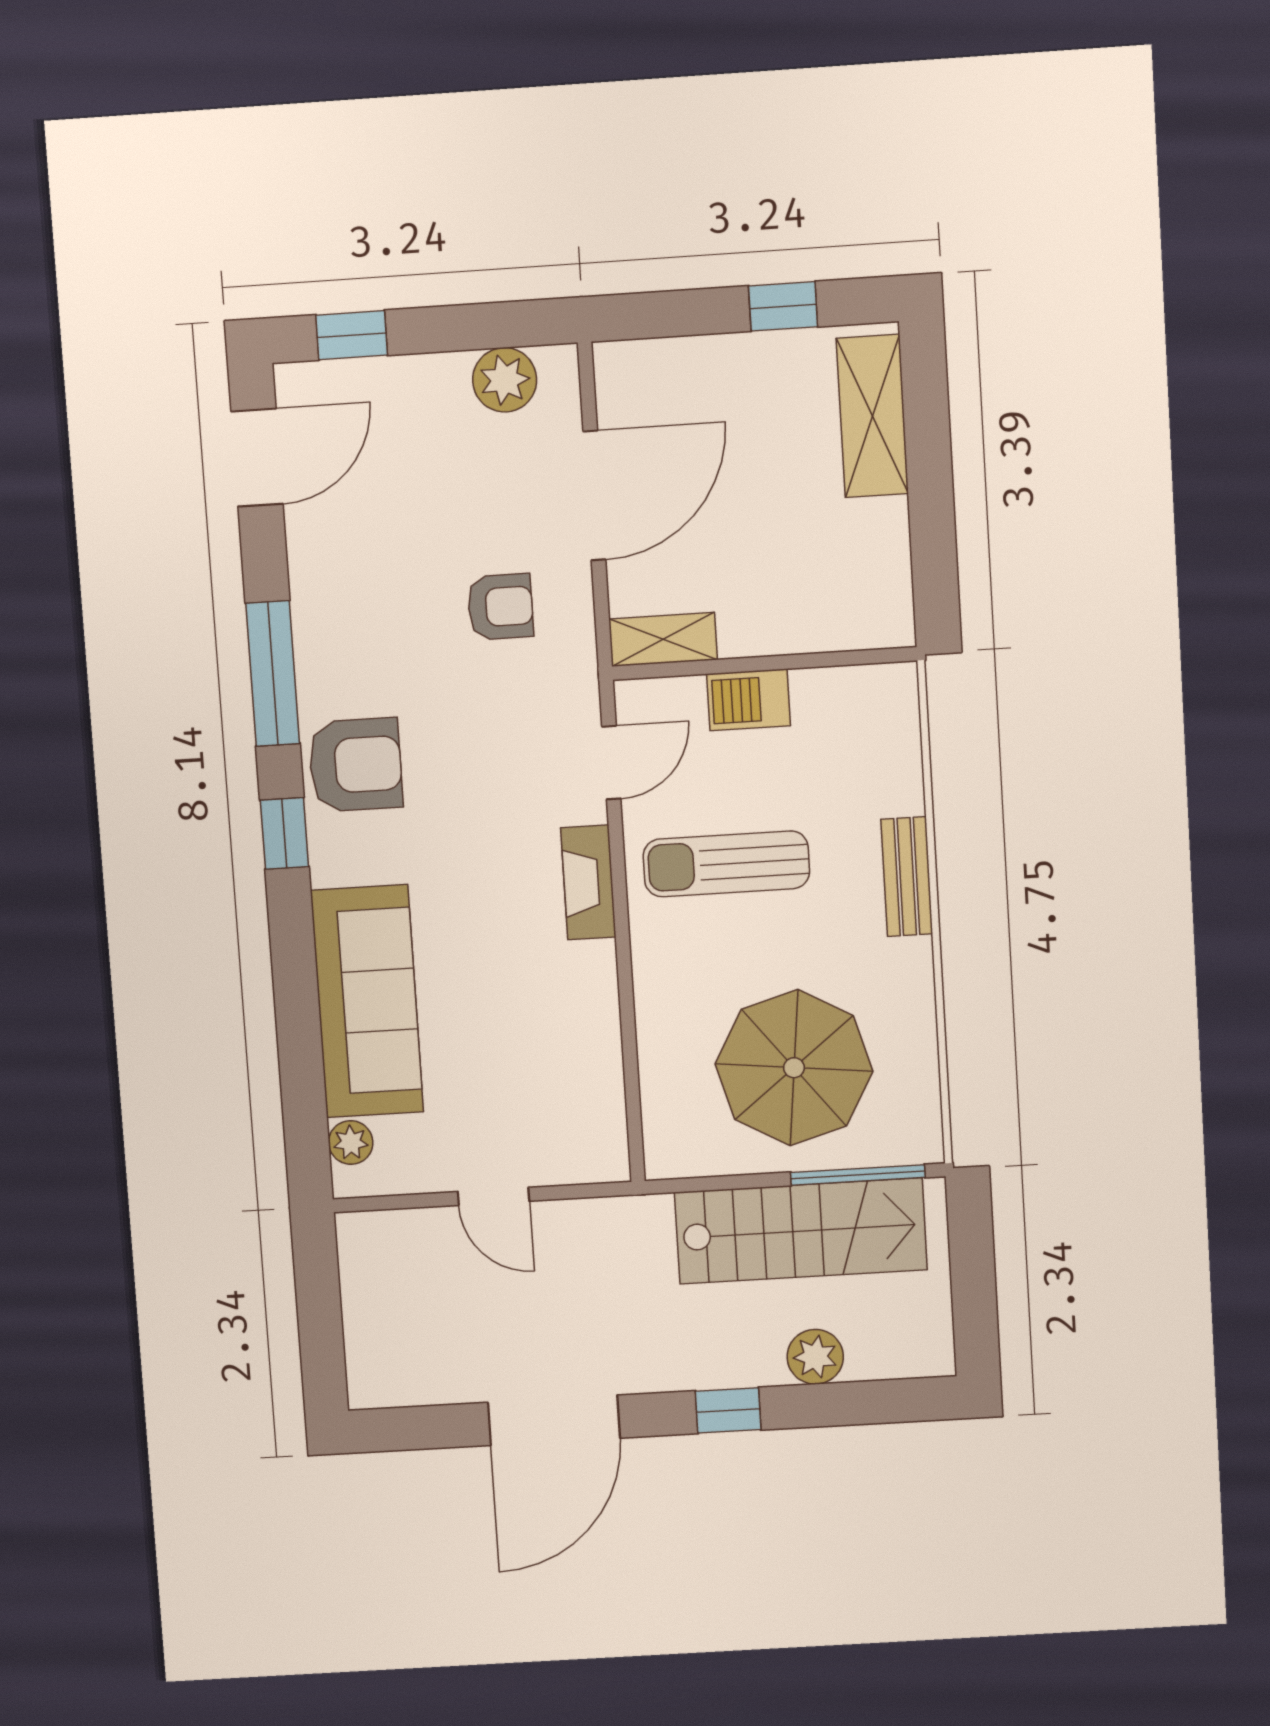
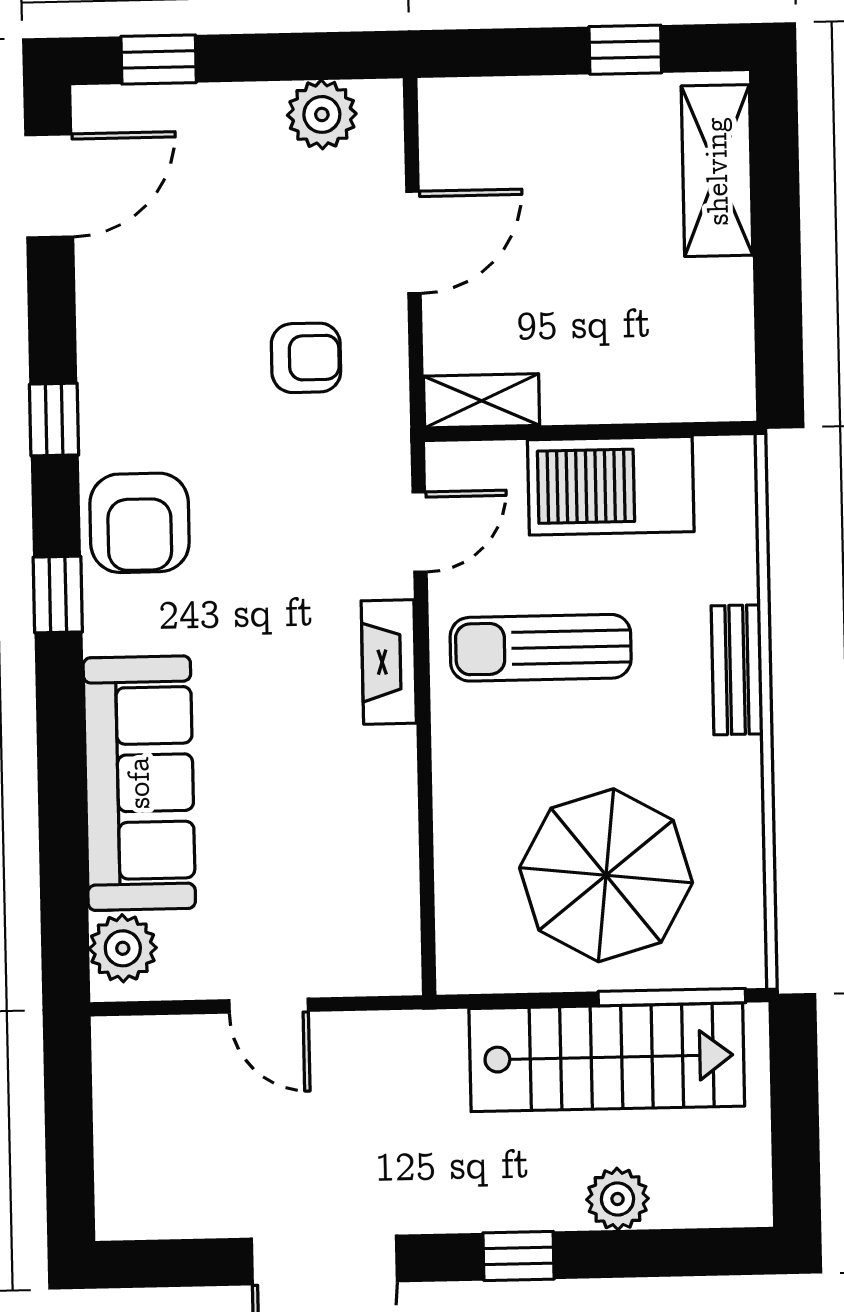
door: (594, 495) -> (414, 242), width x0.73
window: (273, 673) -> (54, 420), width x0.46
barbecue: (748, 700) -> (611, 486), width x1.88, depth x1.53
armchair: (355, 765) -> (140, 523), turned 90
plant: (351, 1142) -> (123, 948), width x1.38, depth x1.38

